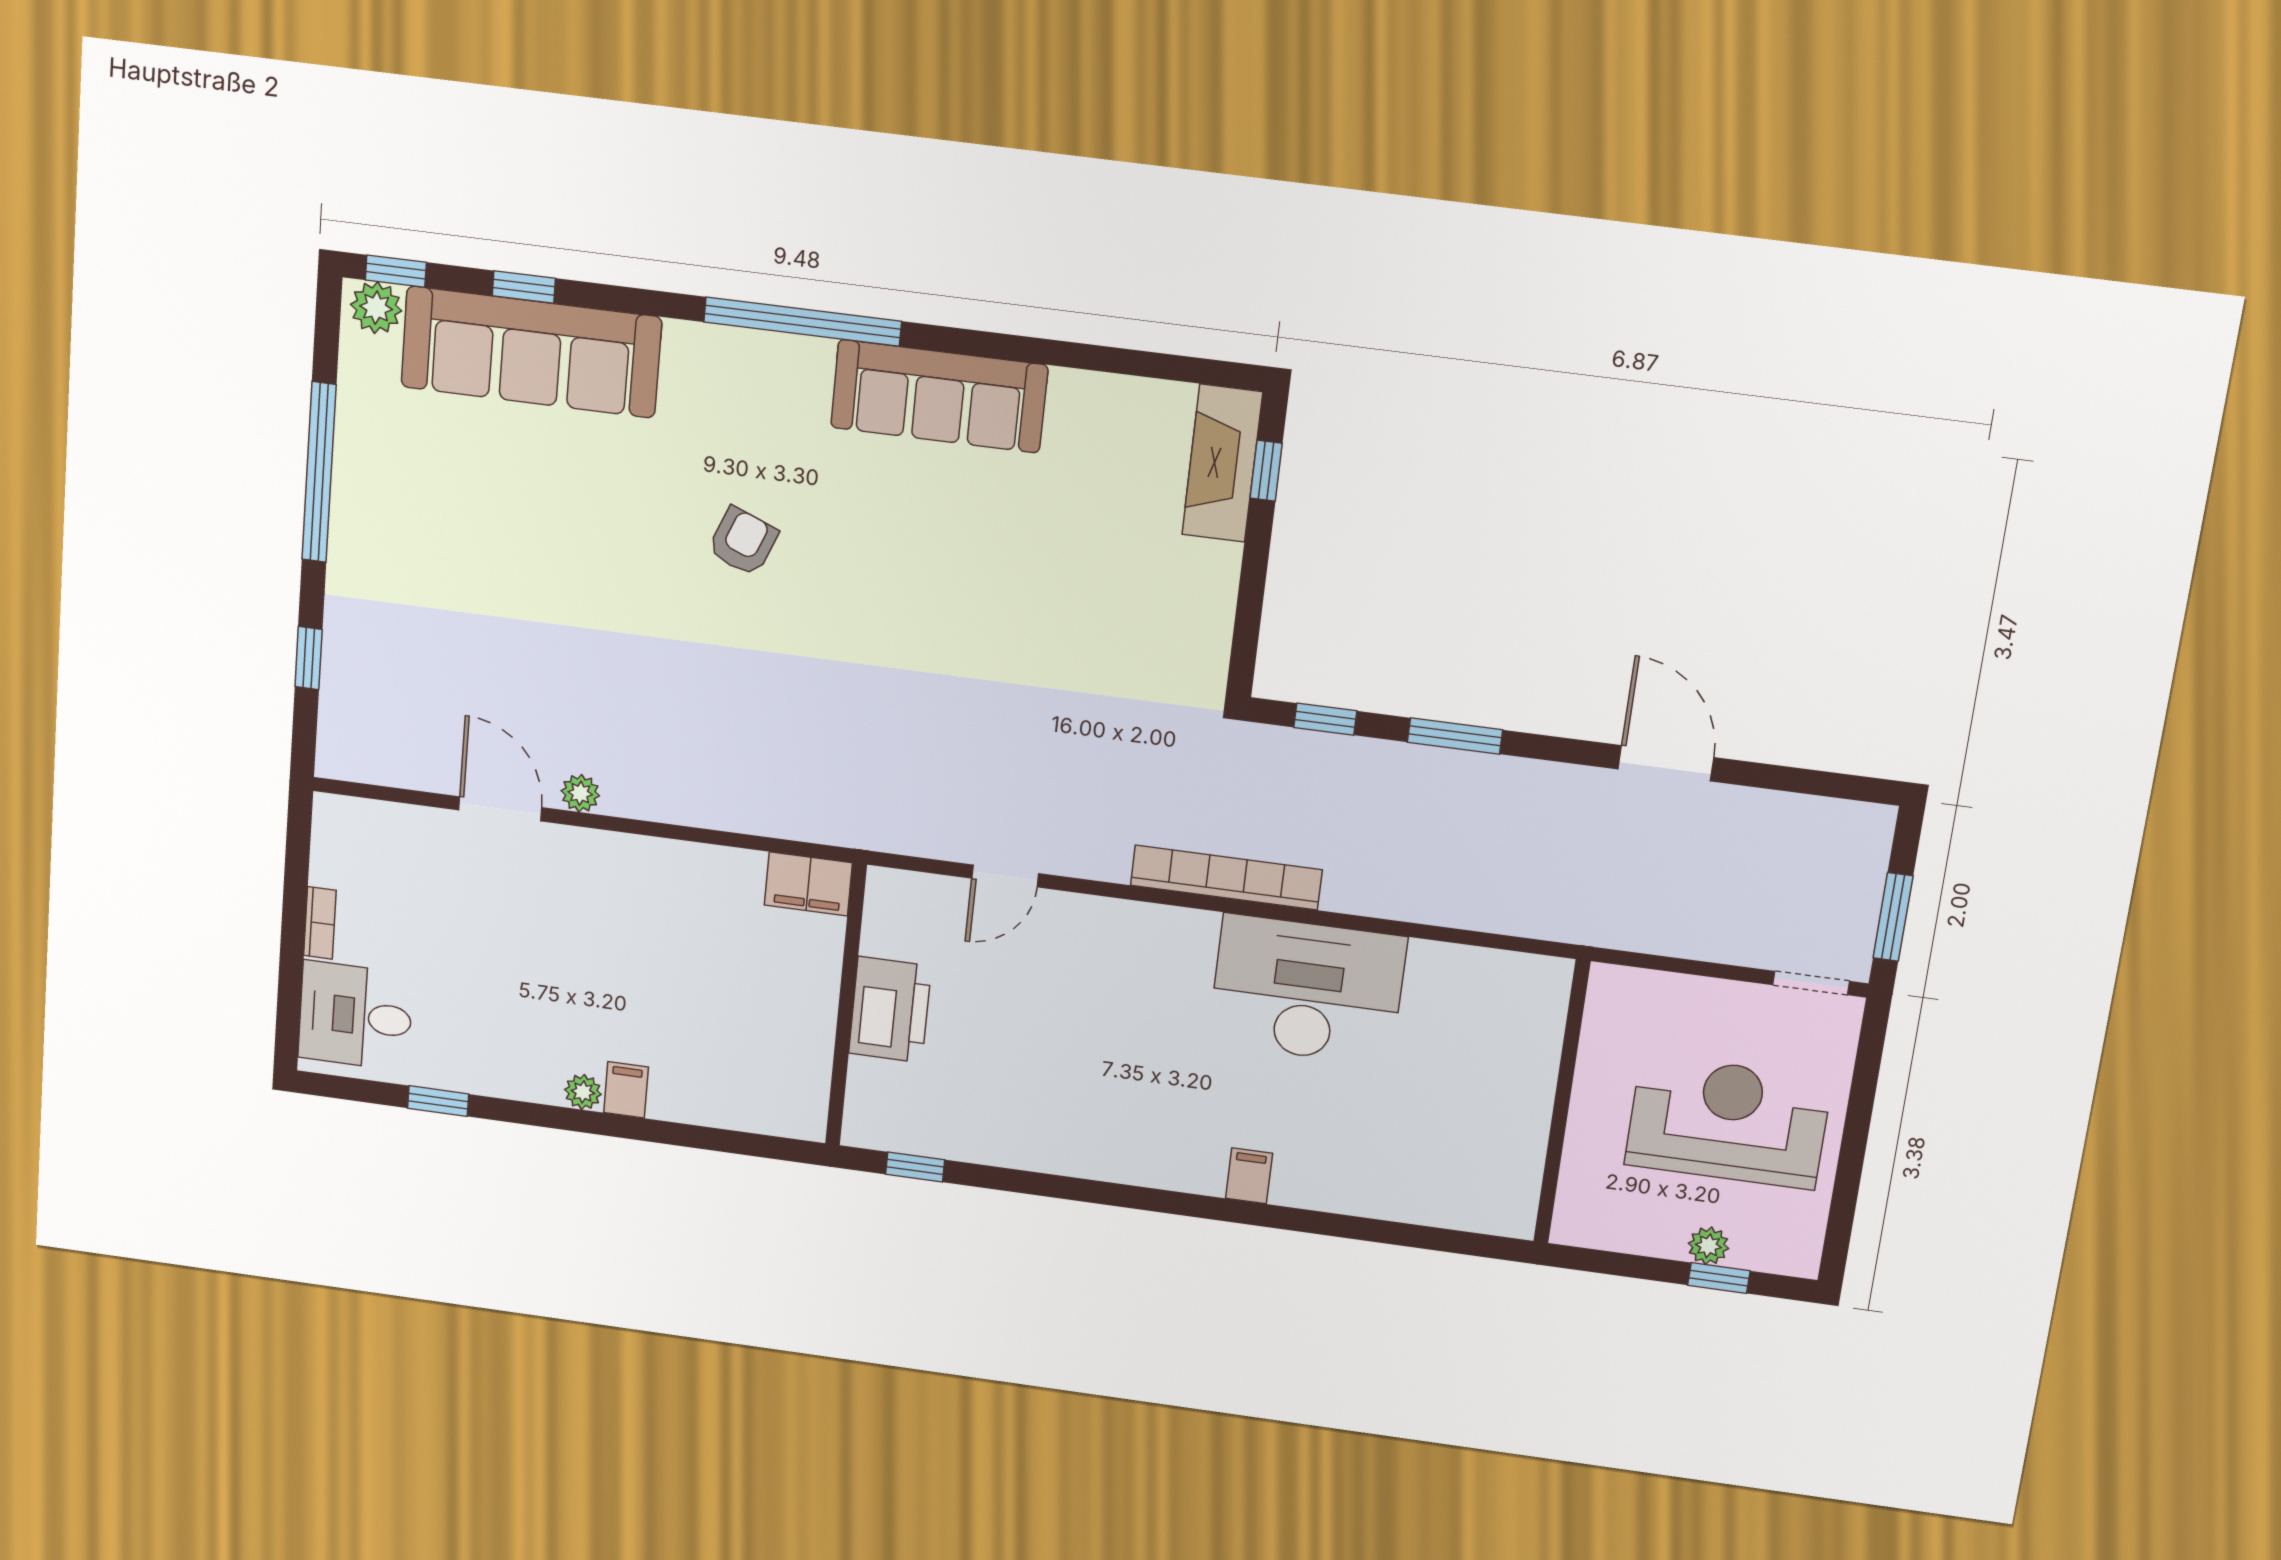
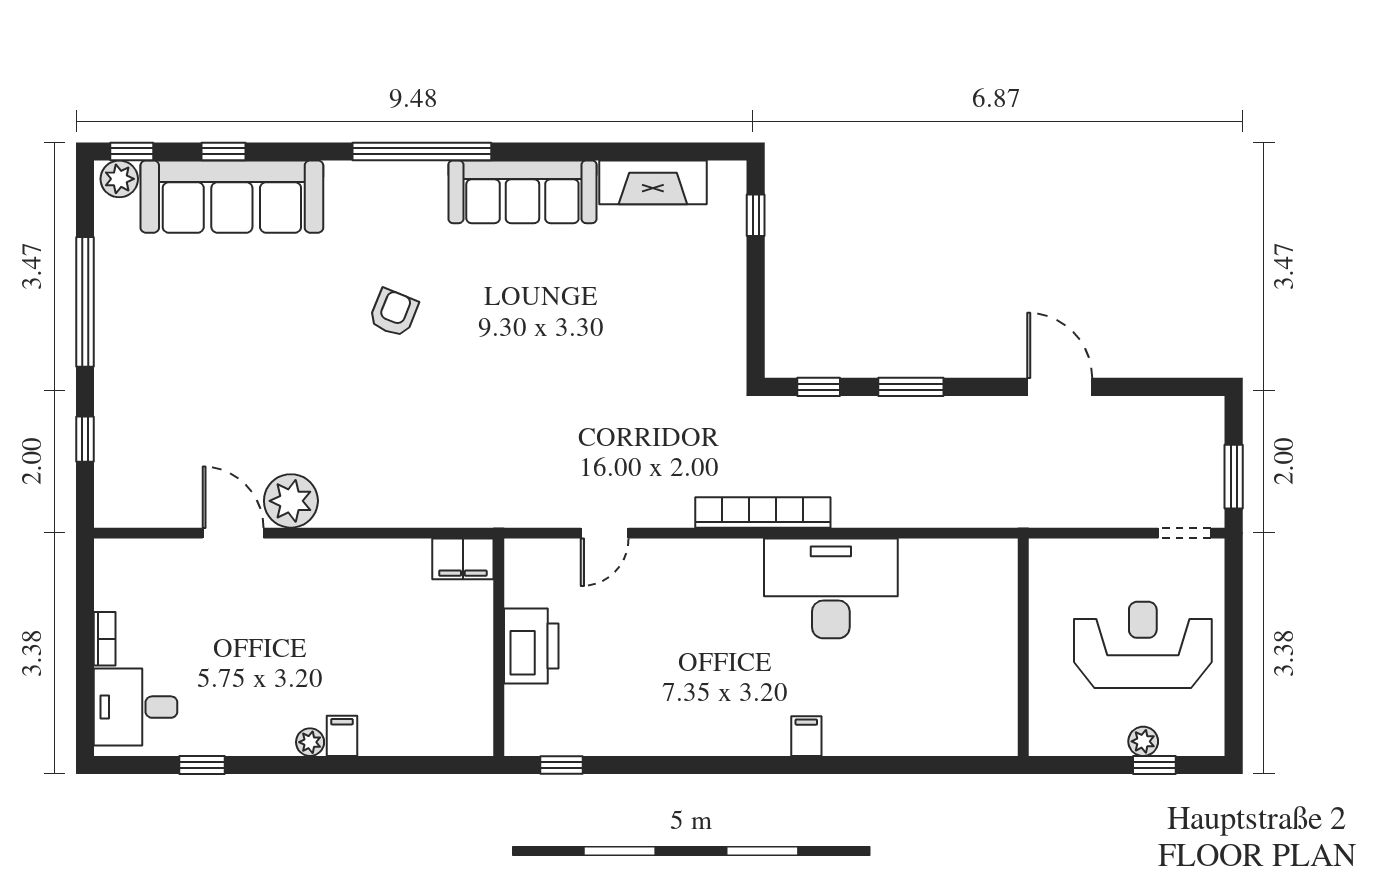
fireplace: (1222, 463) -> (653, 182), moved, turned -90
plant: (580, 793) -> (291, 501), width x1.88, depth x1.88

